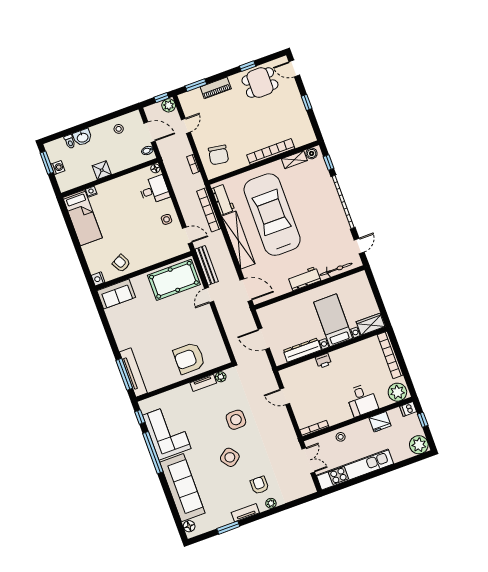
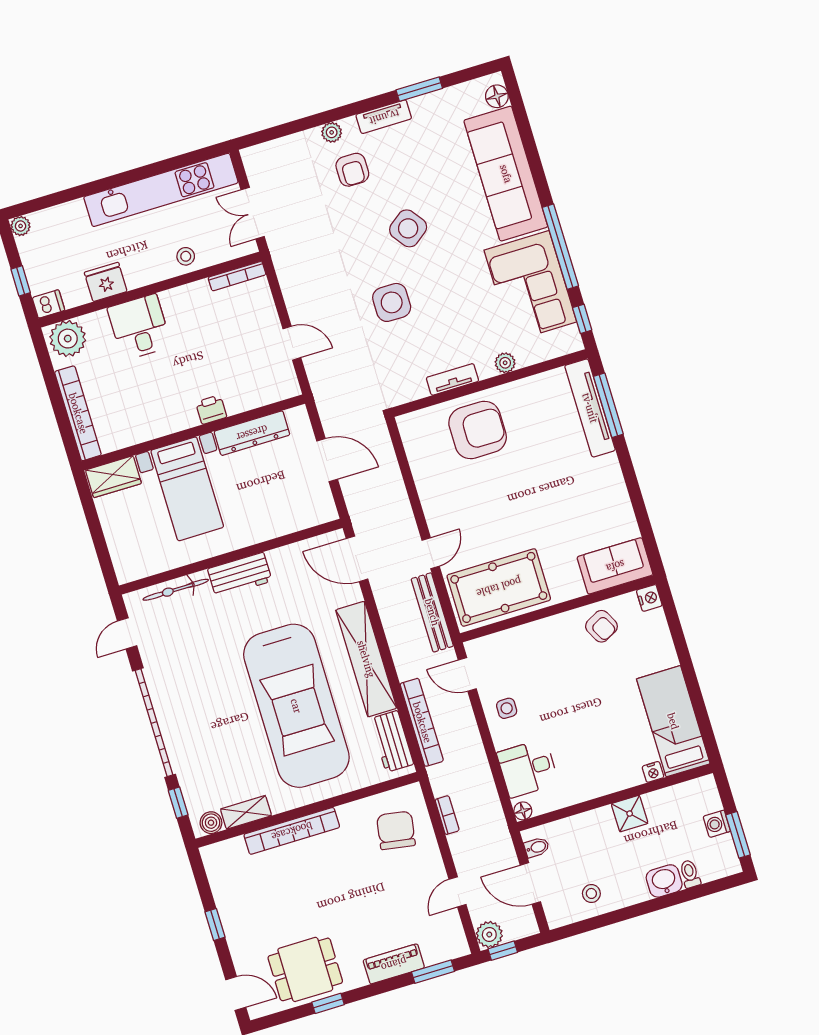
plant: (221, 377) -> (505, 363), moved
plant: (419, 445) -> (21, 226), width x0.53, depth x0.53

